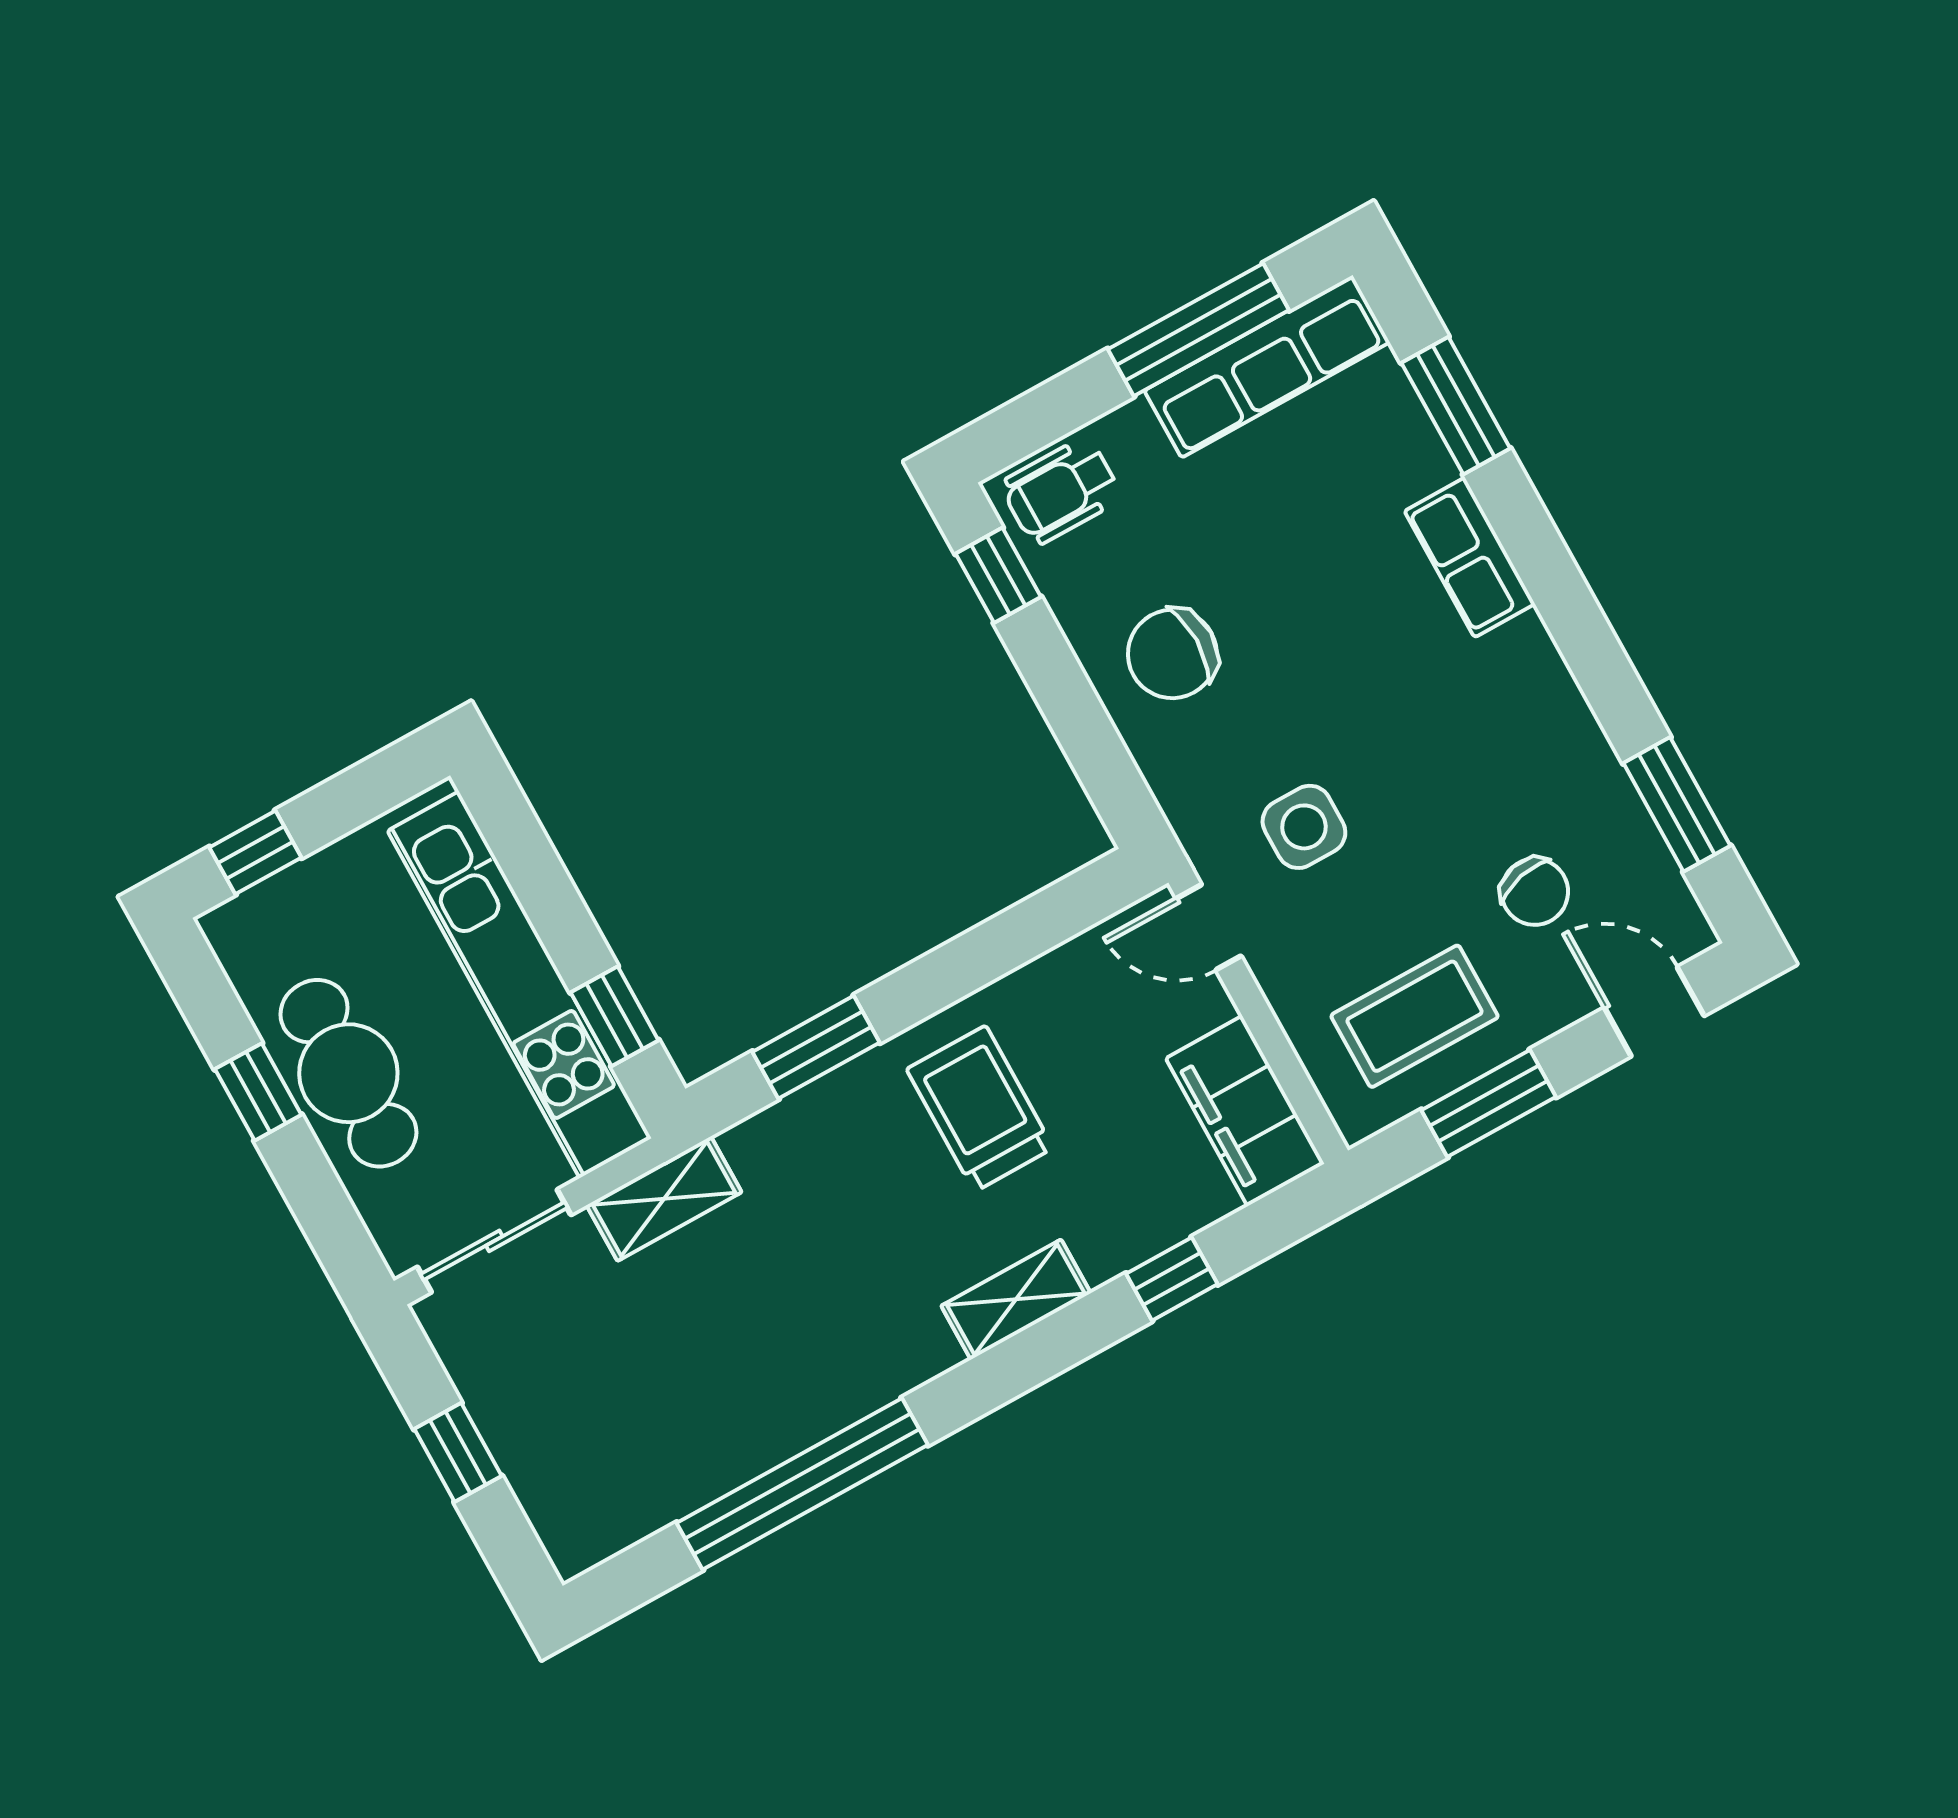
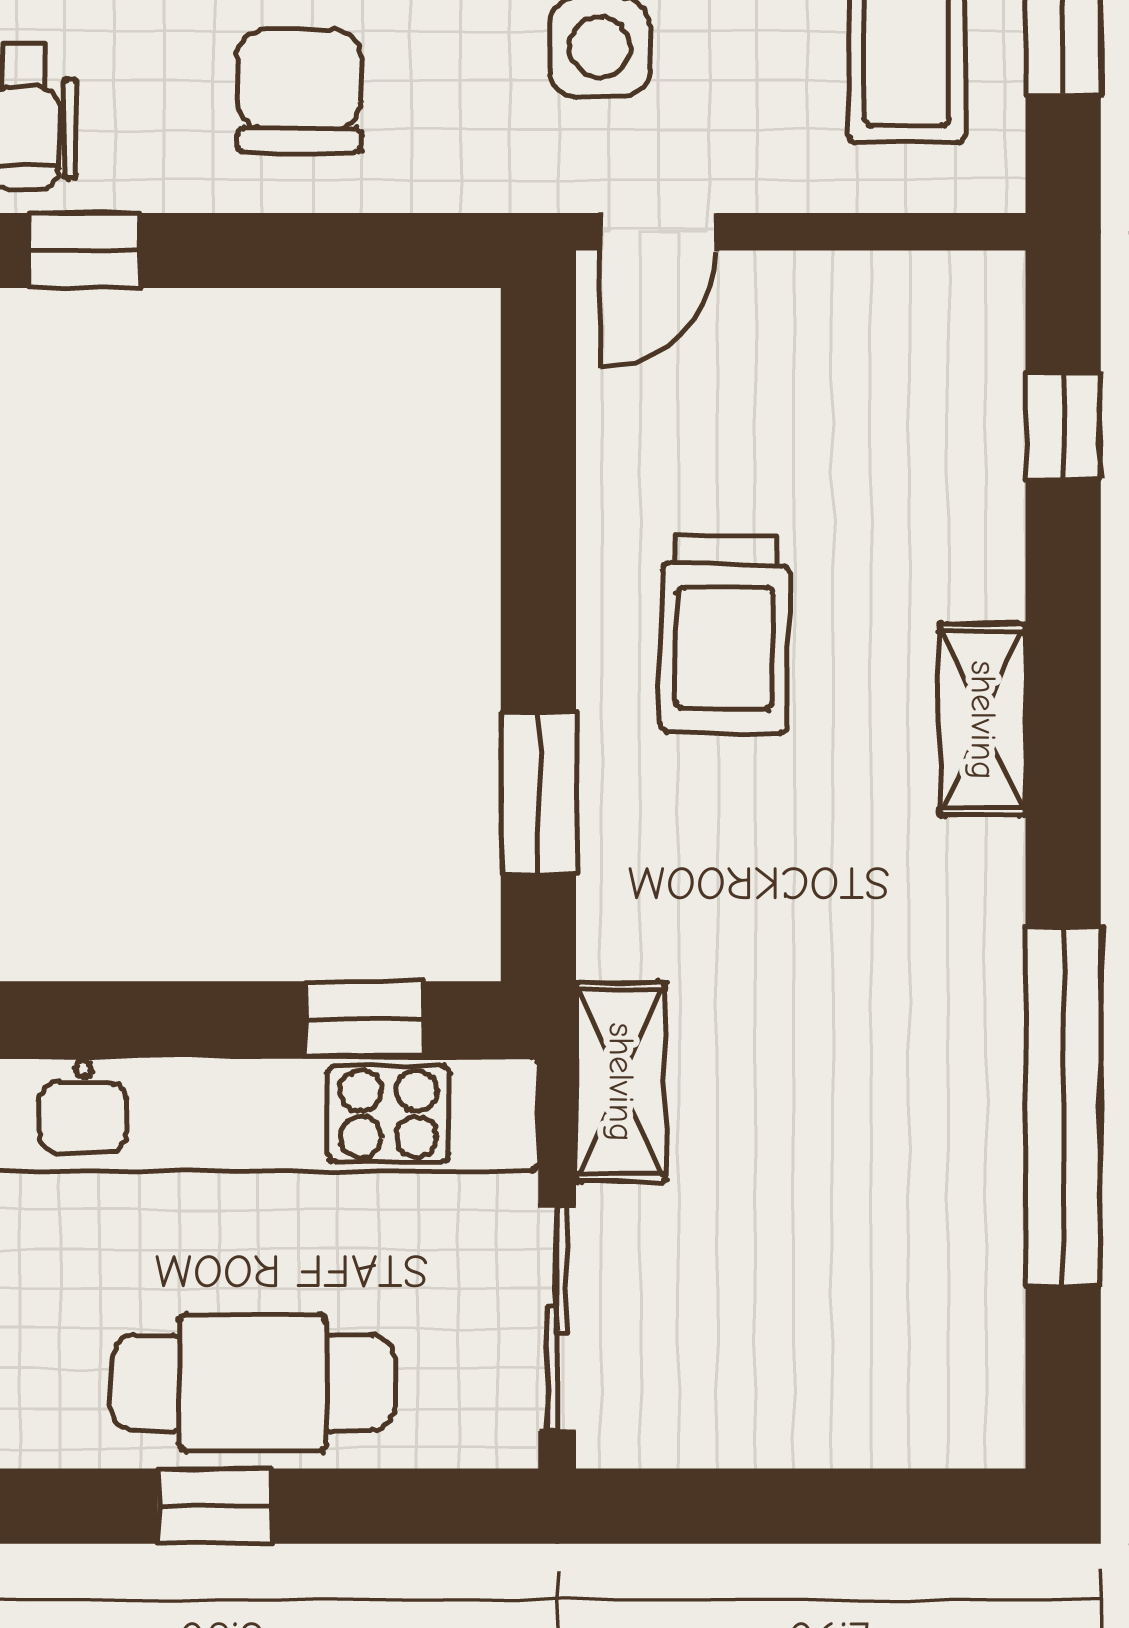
chair: (1172, 654) -> (299, 91), turned 180
trolley: (980, 1109) -> (725, 634), turned -89
filing cabinet: (1245, 1111) -> (907, 312), removed
window: (1172, 1279) -> (1063, 426), moved
window: (458, 1452) -> (791, 1506), removed

